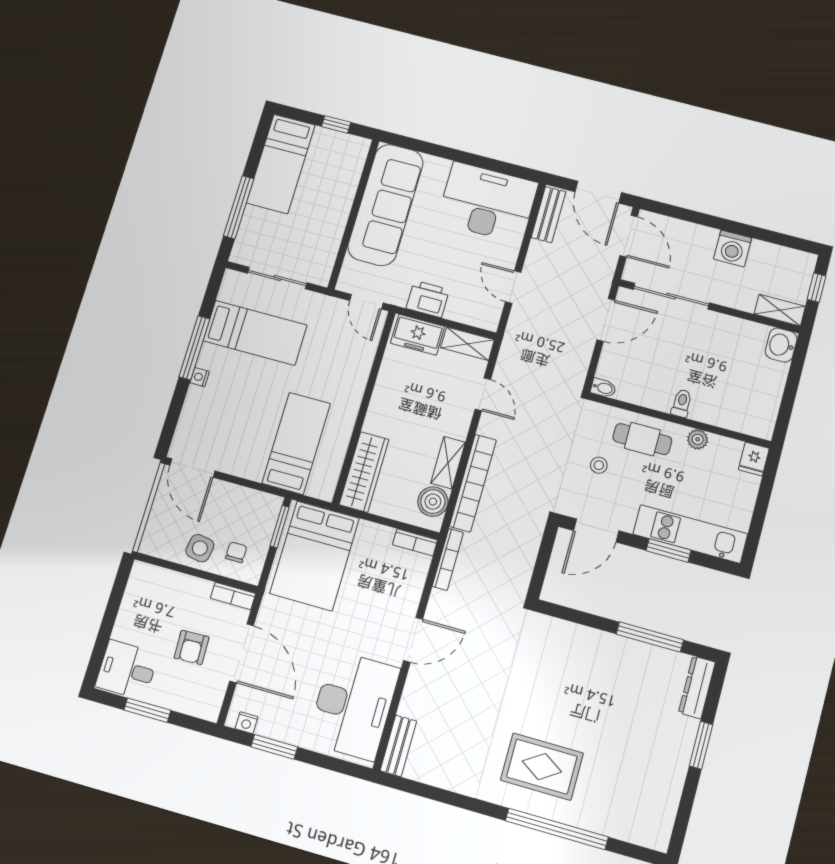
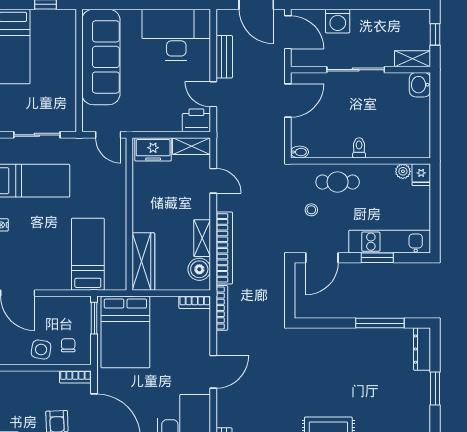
bench: (548, 215) -> (224, 57), moved
washing machine: (733, 248) -> (338, 21), moved
sliding door: (671, 296) -> (356, 70), moved
printer: (428, 299) -> (196, 120), moved
plant: (698, 439) -> (403, 171), moved

